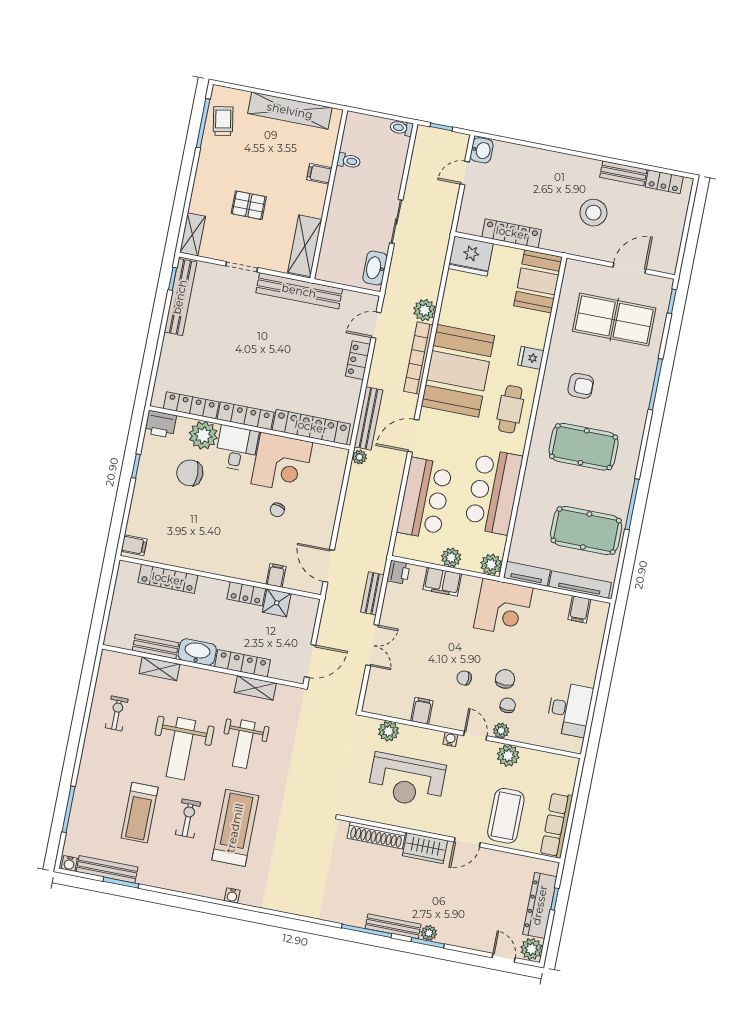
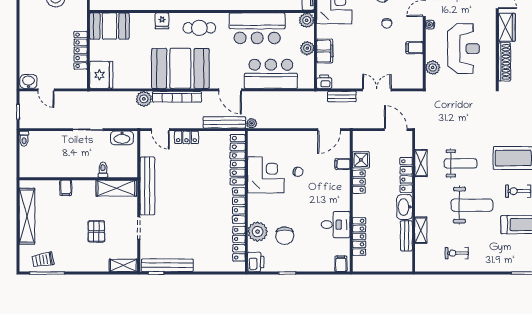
toilet: (349, 161) -> (103, 170), moved
desk: (237, 448) -> (336, 225), moved, turned 180

